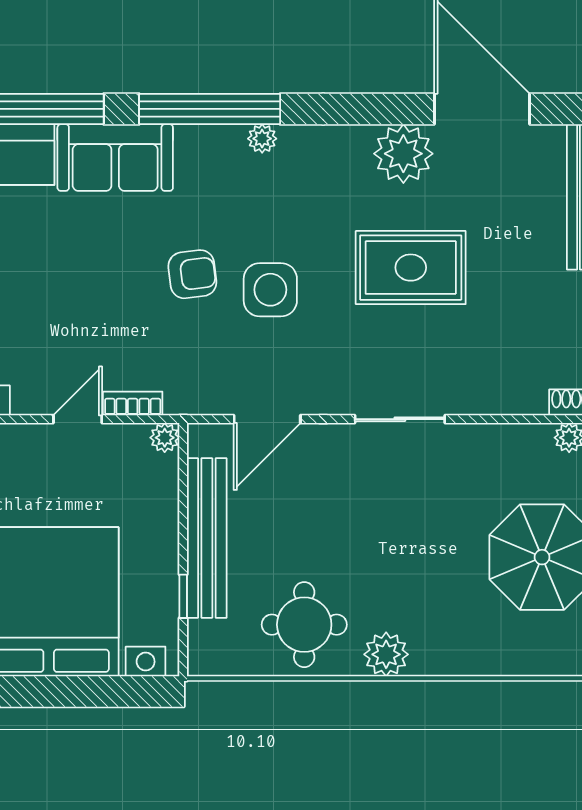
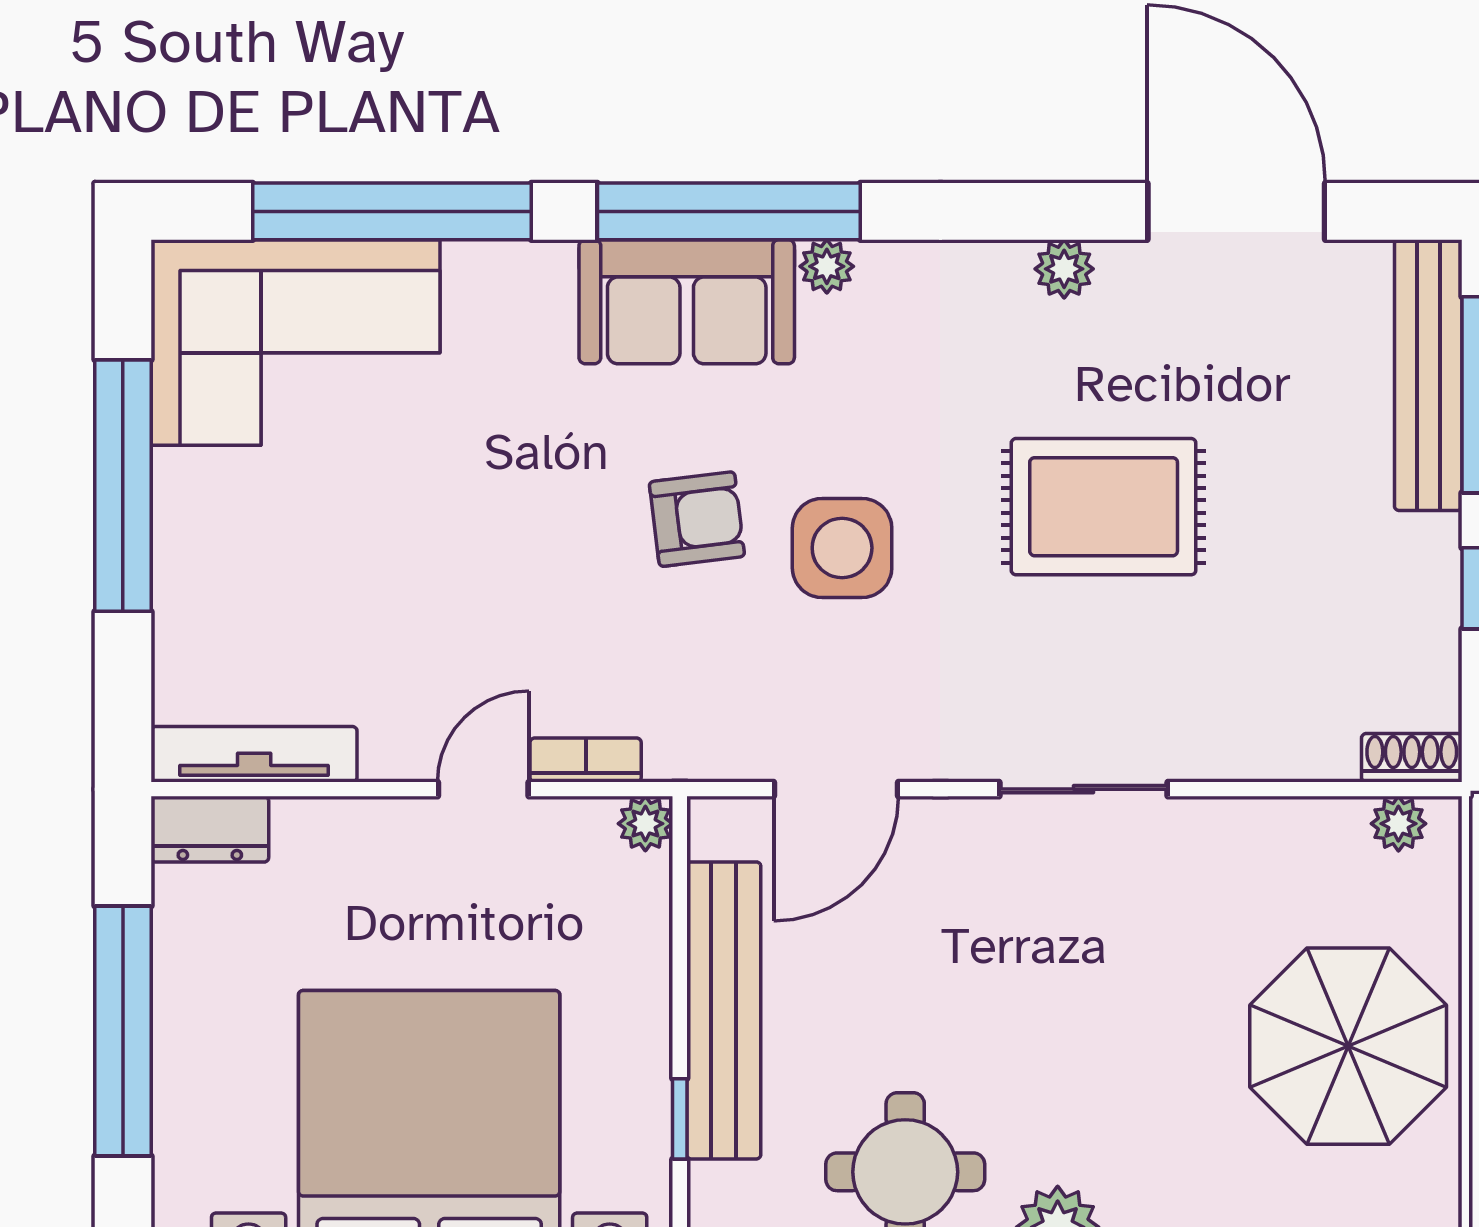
plant: (403, 154) -> (1064, 269), width x0.53, depth x0.53
sofa: (115, 158) -> (687, 302), moved

